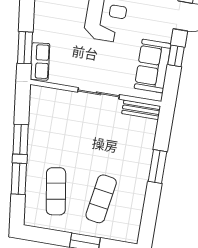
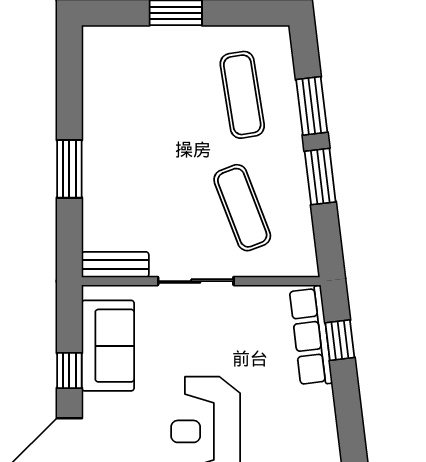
window: (25, 48) -> (340, 340), width x0.67
row of seats: (40, 62) -> (311, 336), width x1.48
exercise mat: (101, 199) -> (242, 208), moved, turned -30

